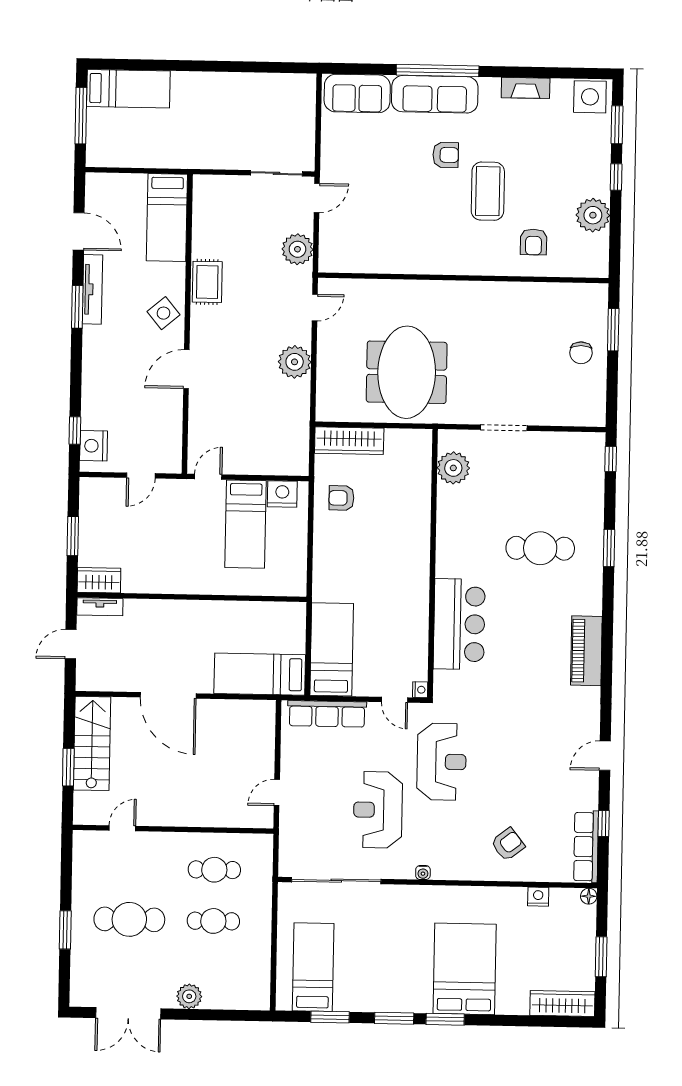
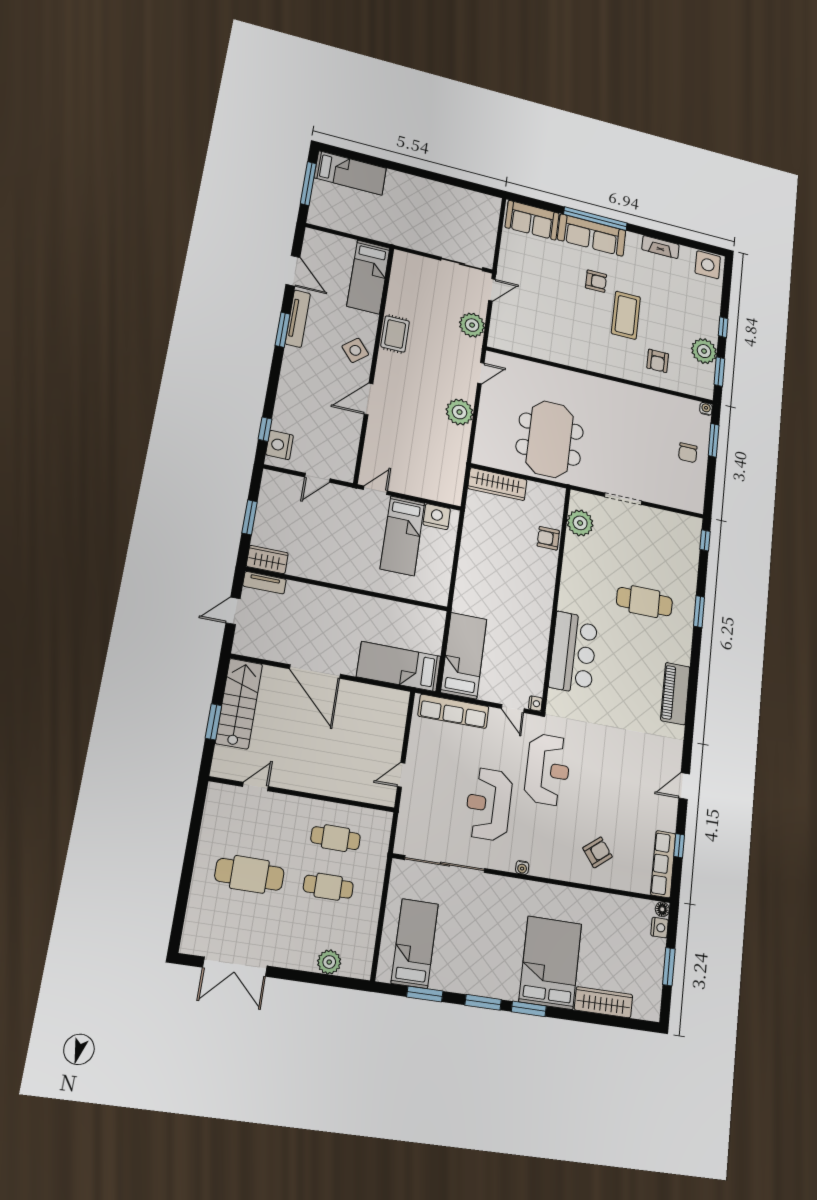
window: (617, 125) -> (719, 372), moved
water cooler: (601, 291) -> (706, 409), added
armchair: (342, 498) -> (548, 538), moved
nightstand: (538, 897) -> (659, 928), moved, turned 90
window: (65, 930) -> (186, 876), removed
plant: (189, 996) -> (329, 962), moved
wardrobe: (562, 1004) -> (604, 1002), moved

